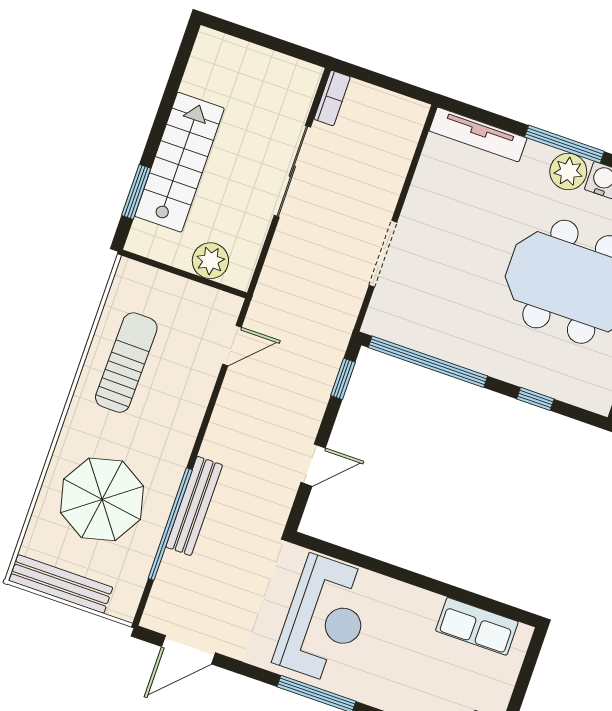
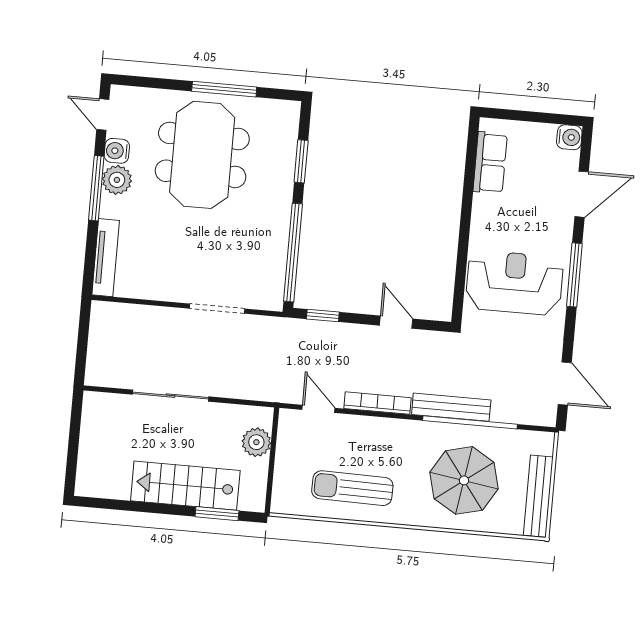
bookcase: (332, 98) -> (377, 403), moved, width x1.56
window: (535, 399) -> (301, 161), width x1.50

